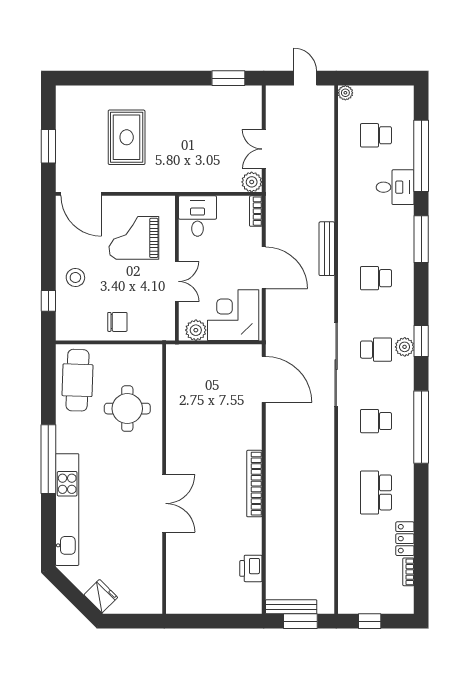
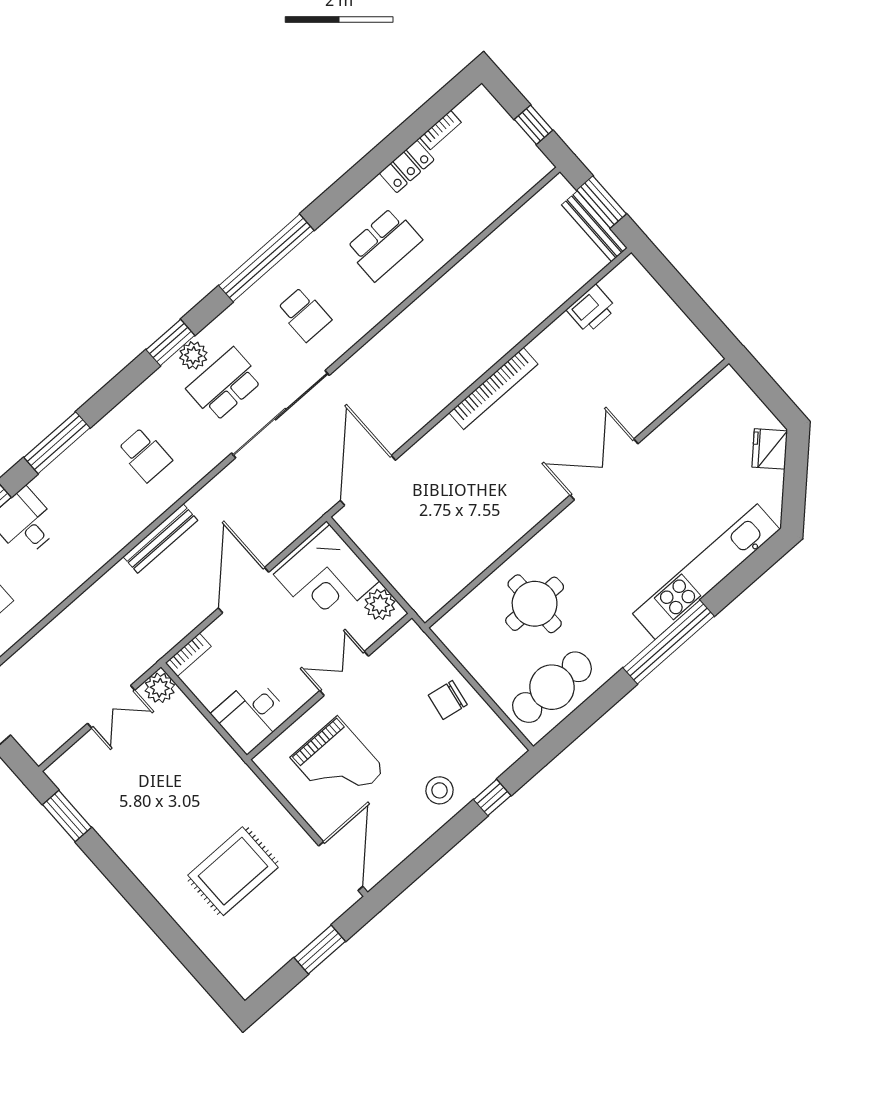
chair: (117, 322) -> (448, 700), turned -80
school desk: (376, 350) -> (225, 385), width x1.85

